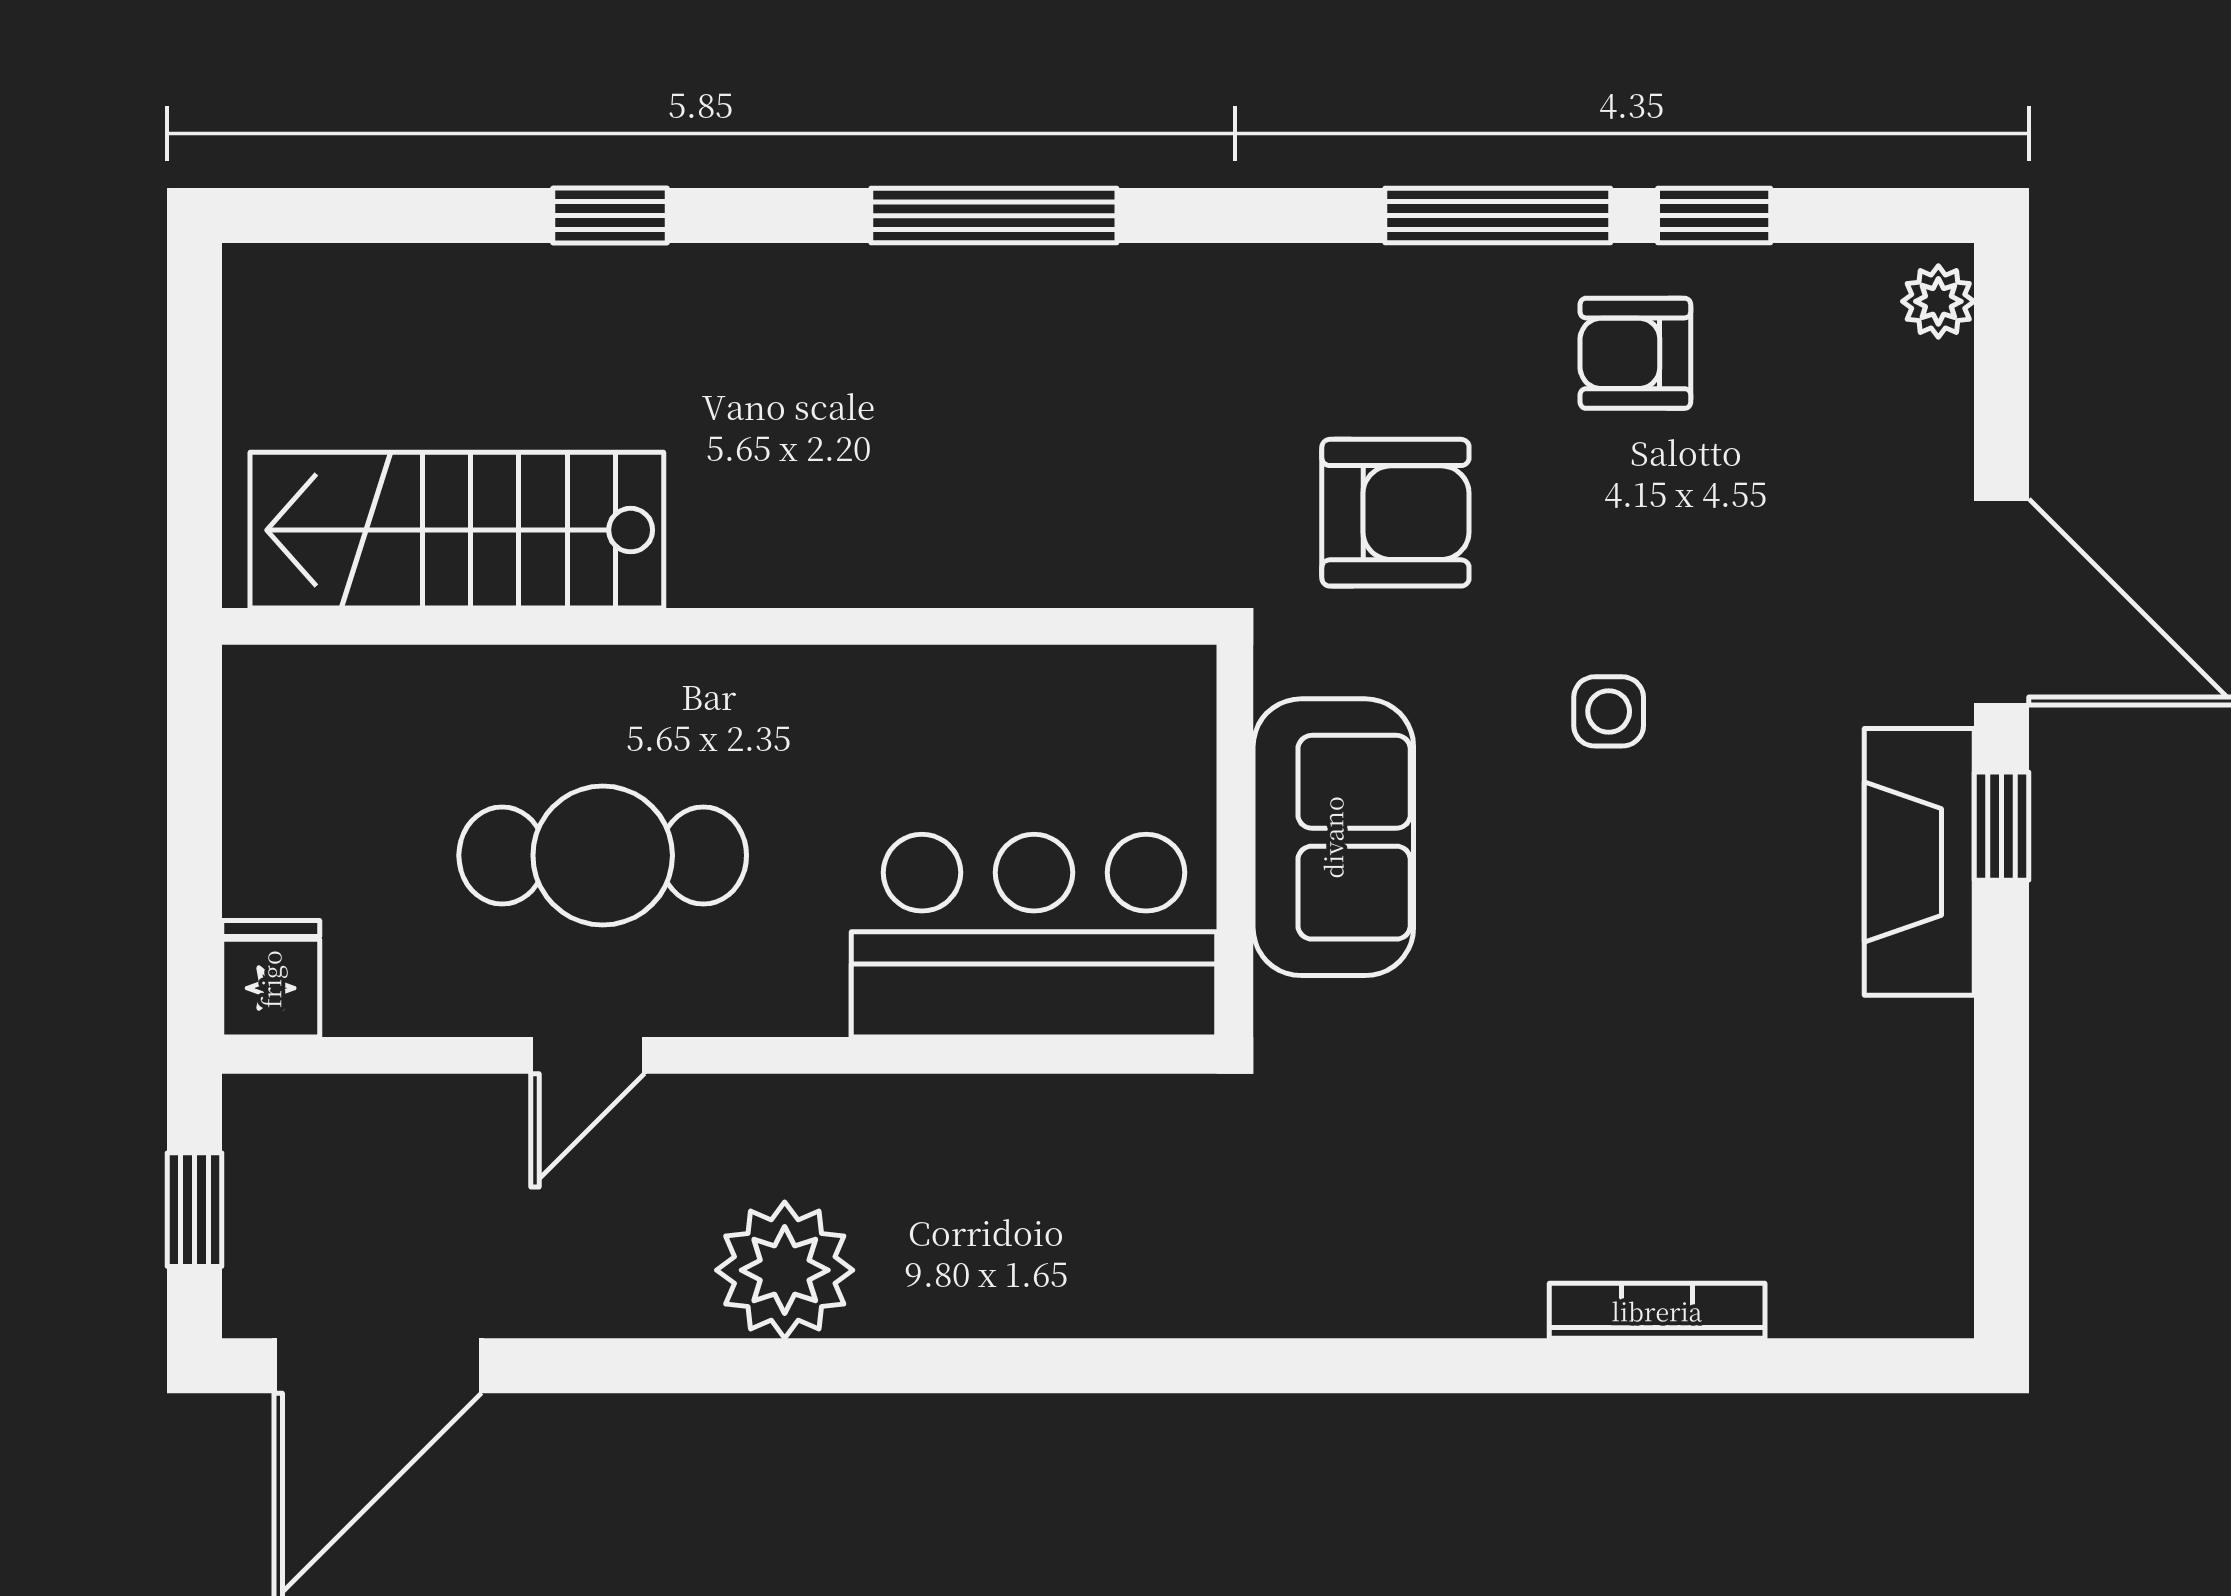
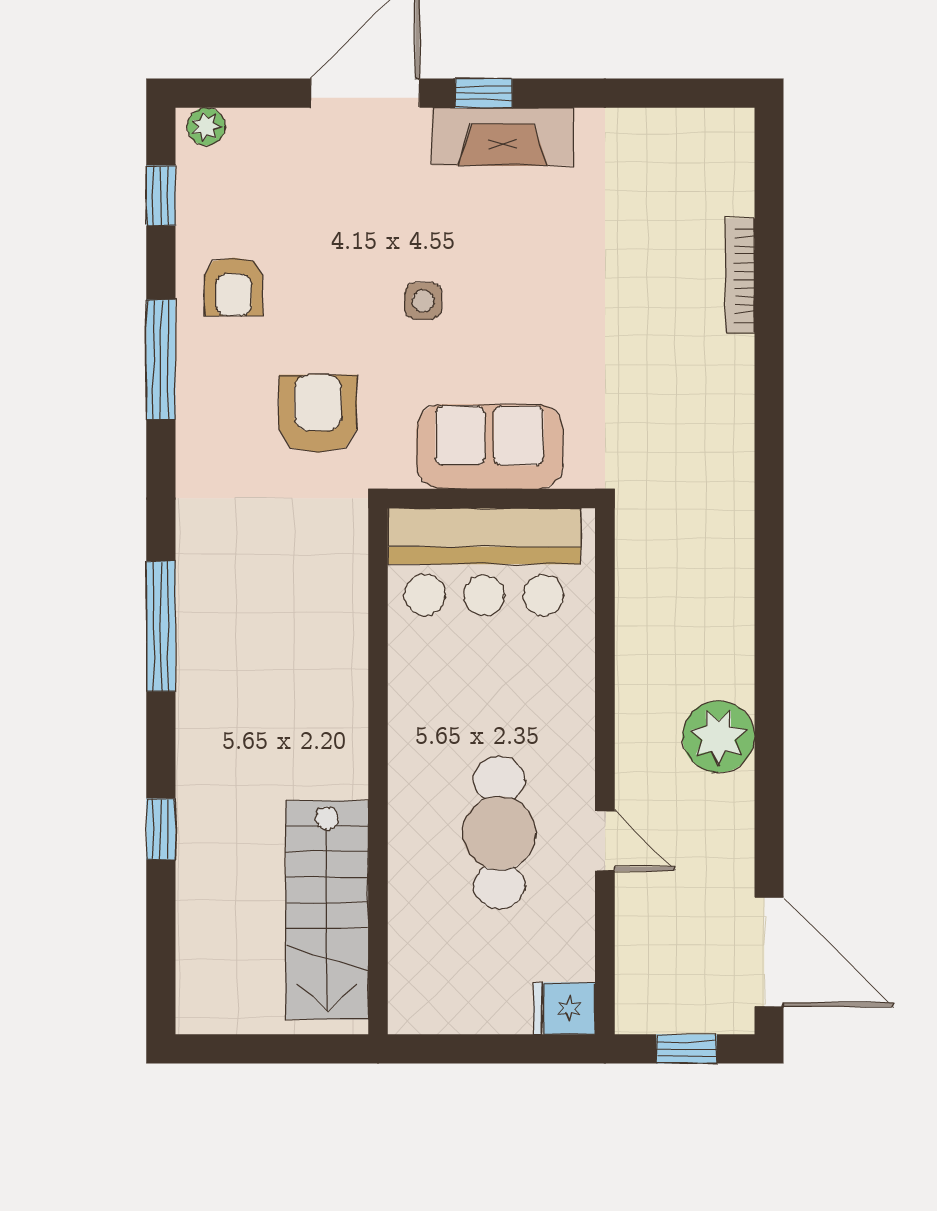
window: (1714, 216) -> (161, 195), moved
bar counter: (1034, 936) -> (484, 562), moved, turned -90

